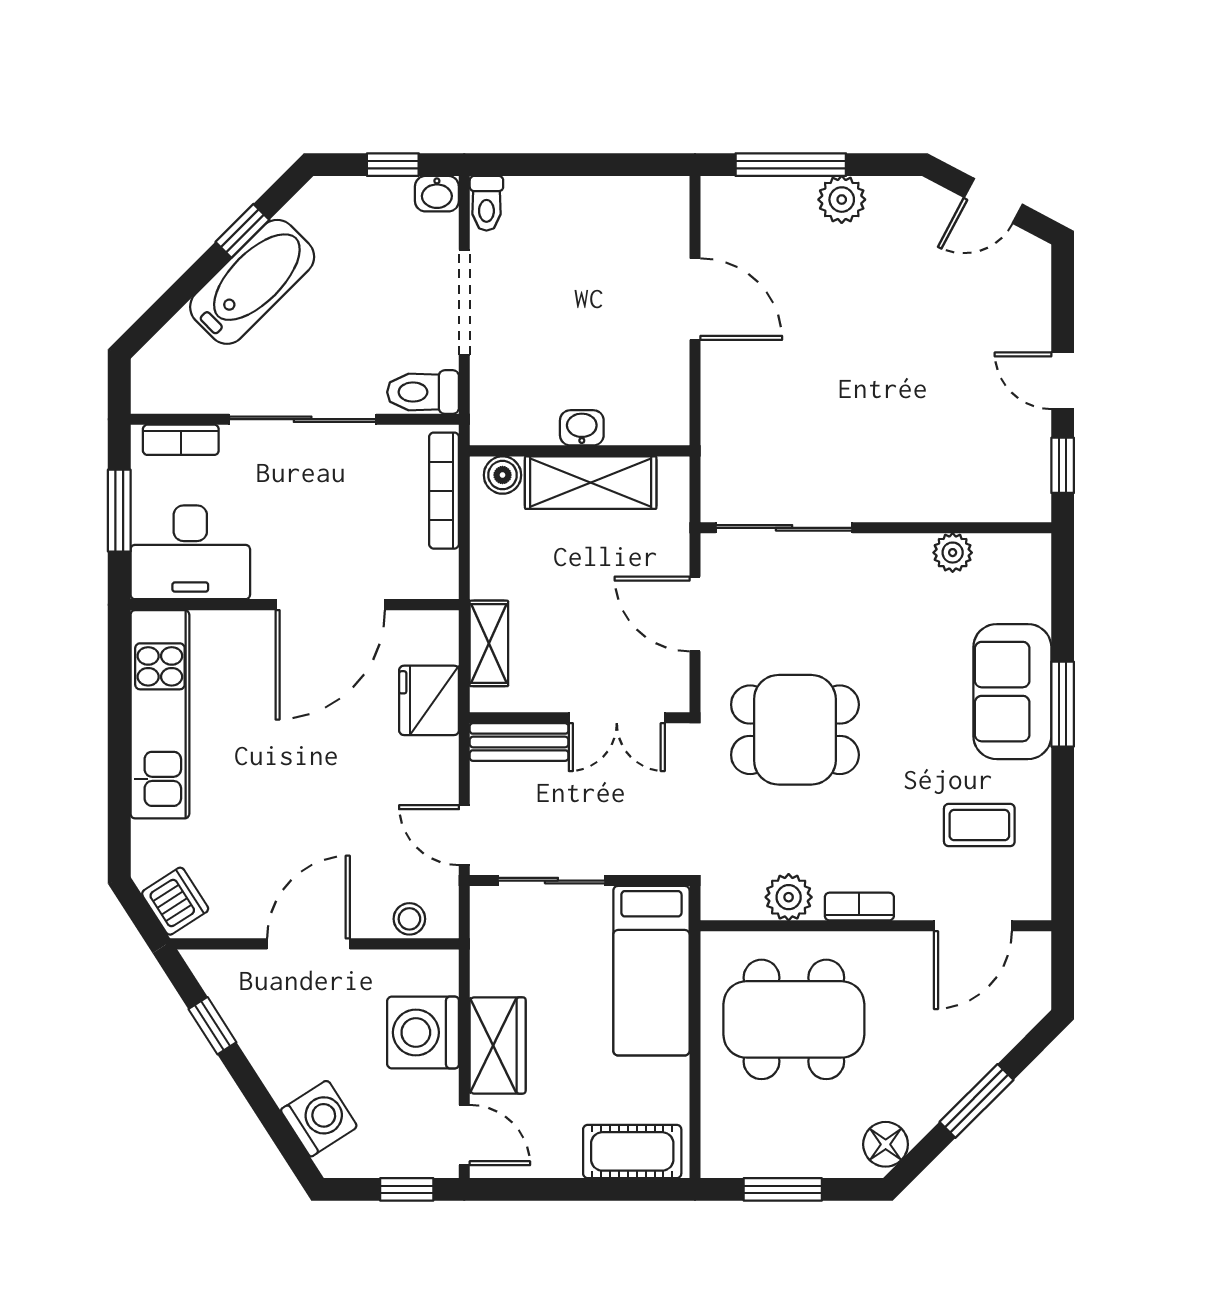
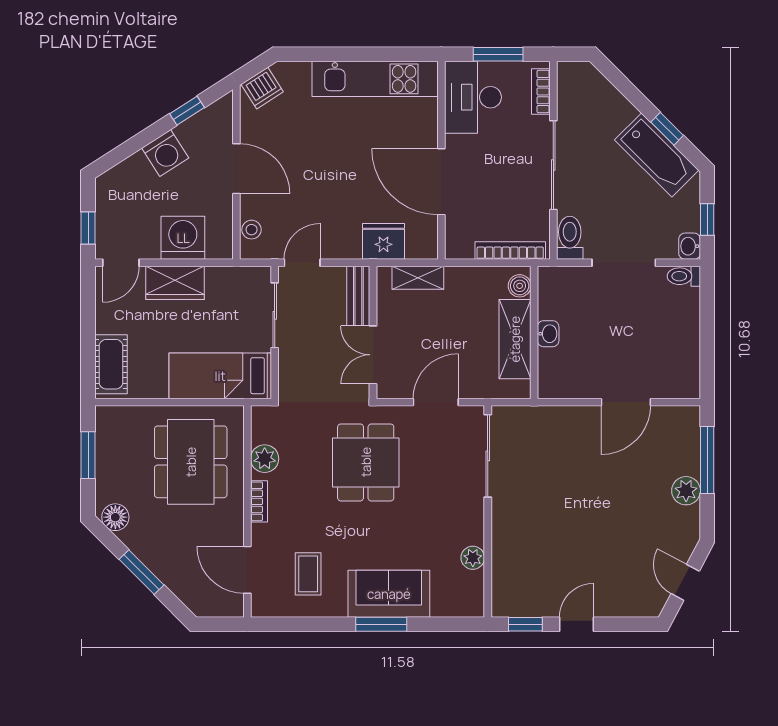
bathtub: (252, 282) -> (657, 155), moved
washing machine: (319, 1118) -> (165, 153), moved

